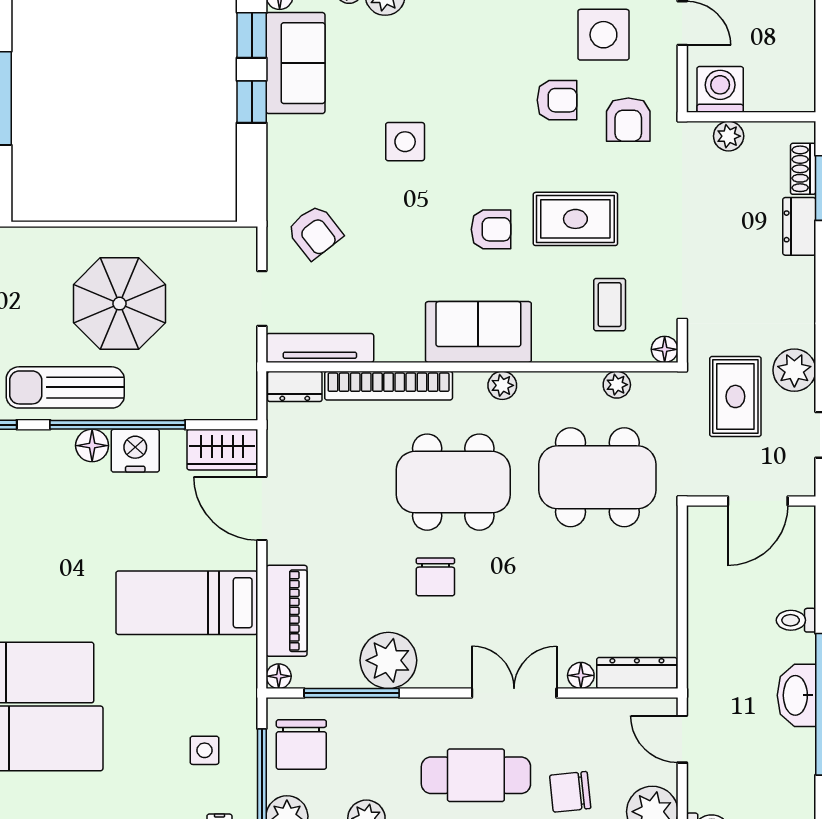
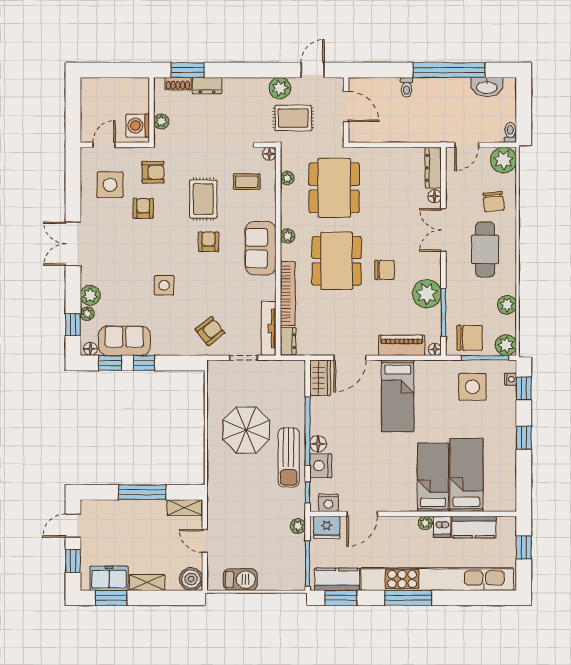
nightstand: (135, 451) -> (321, 466), moved
washbasin: (796, 695) -> (487, 87), moved
side table: (205, 750) -> (472, 387), width x1.87, depth x1.87

